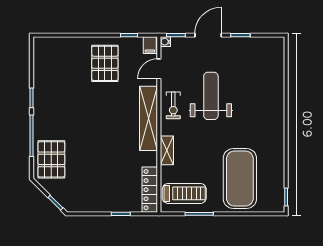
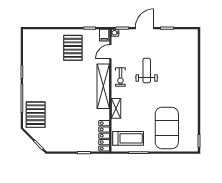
weight bench: (211, 96) -> (147, 71), width x0.73, depth x0.75

